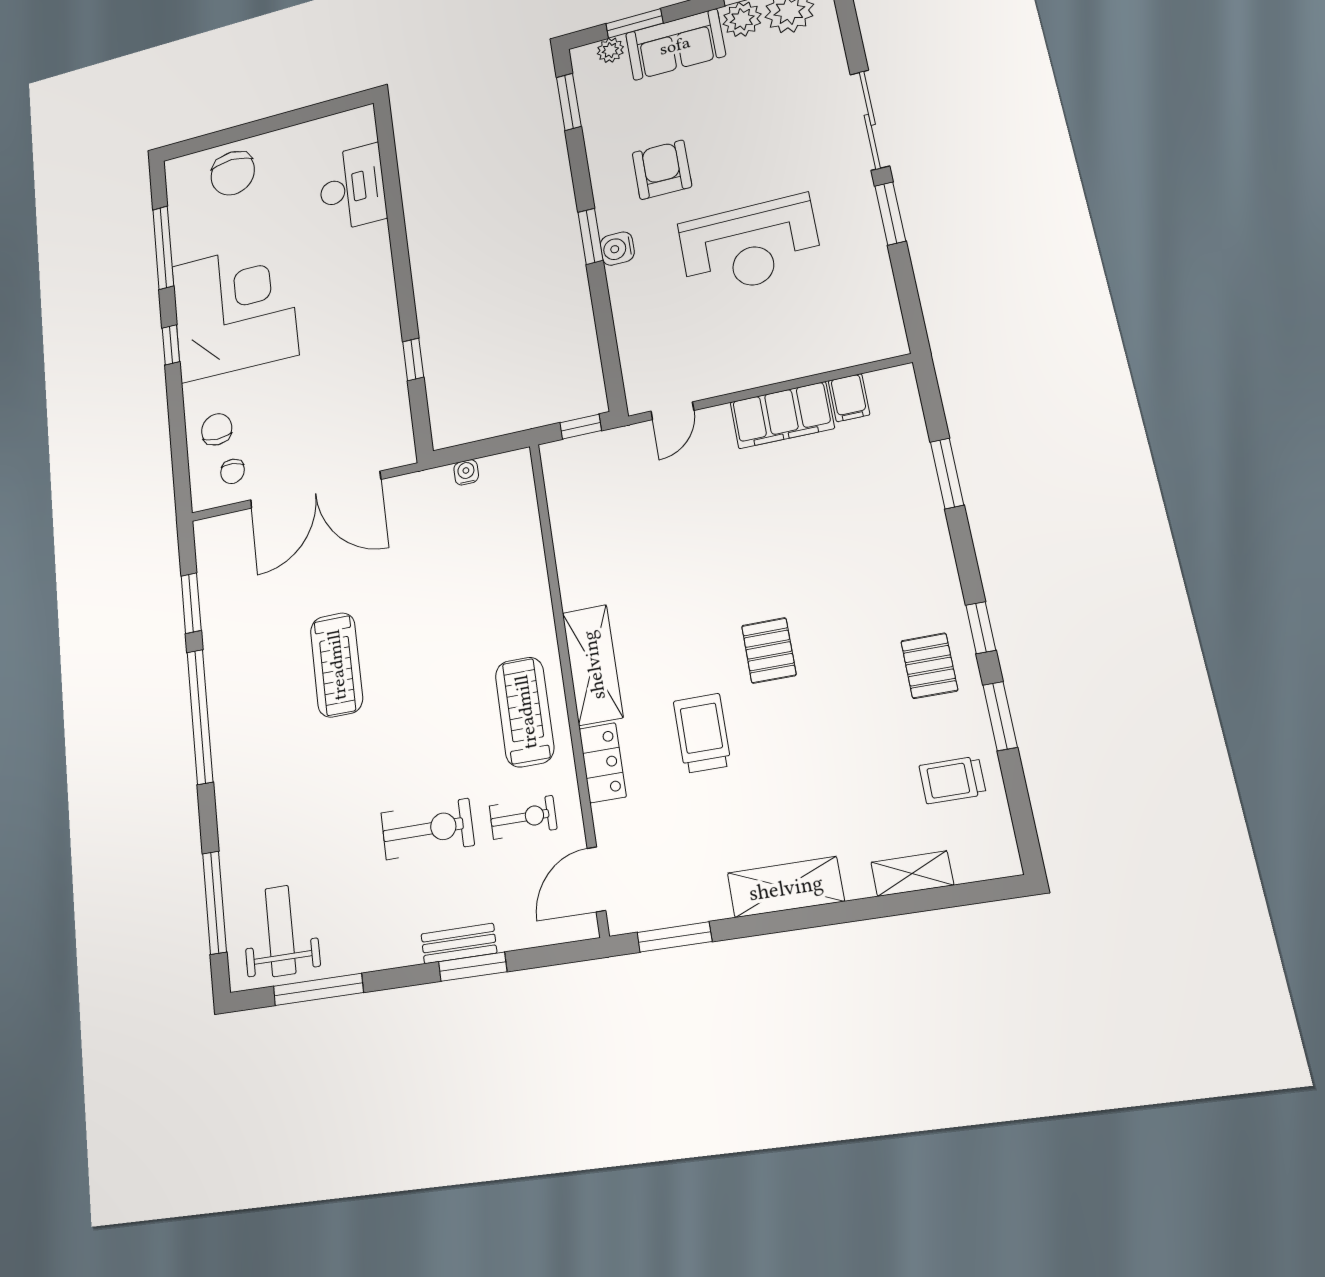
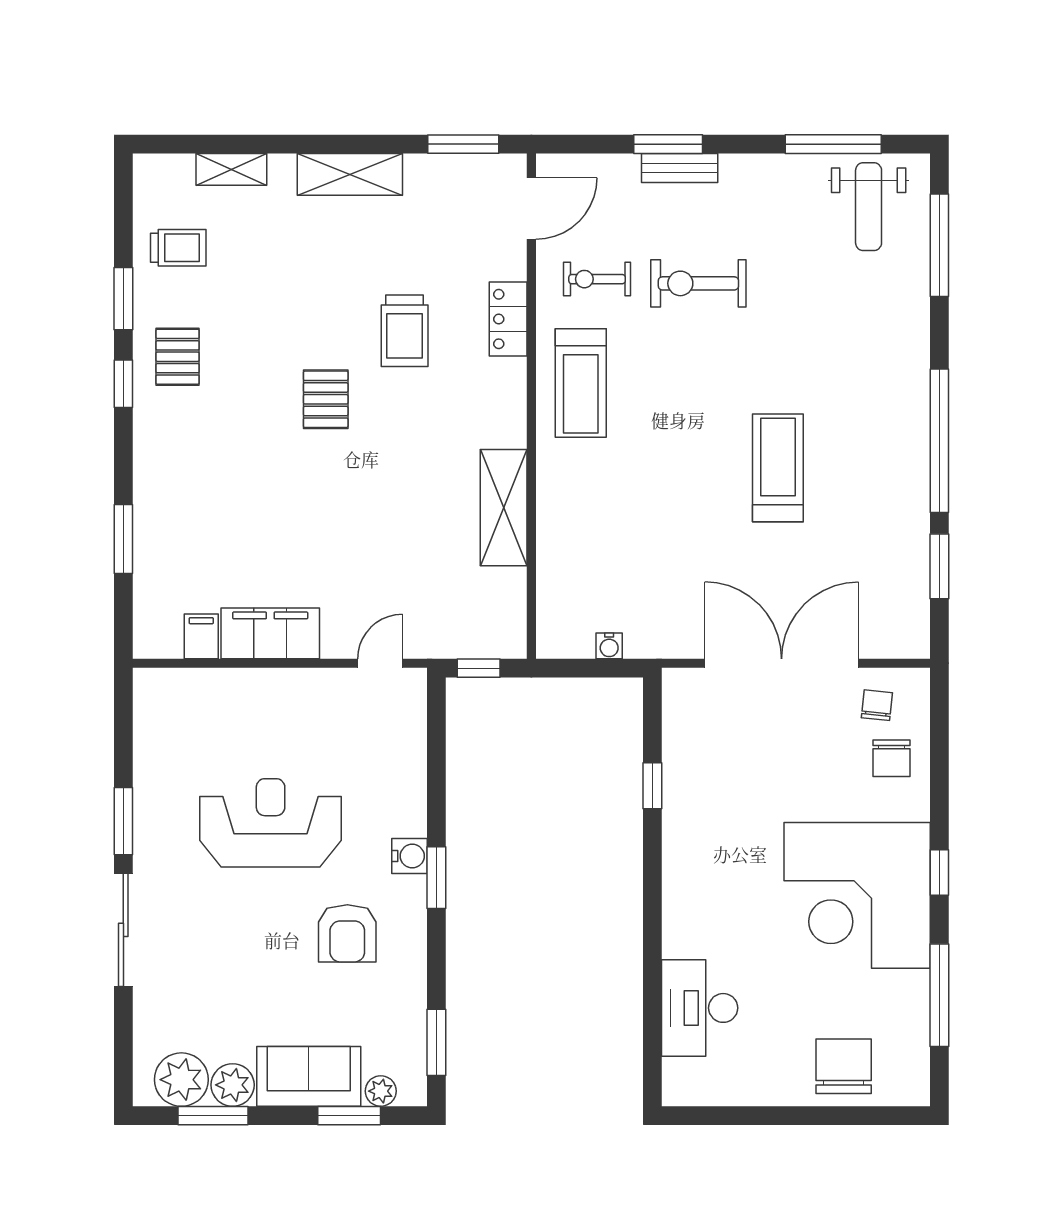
shelving: (593, 665) -> (504, 508), moved

